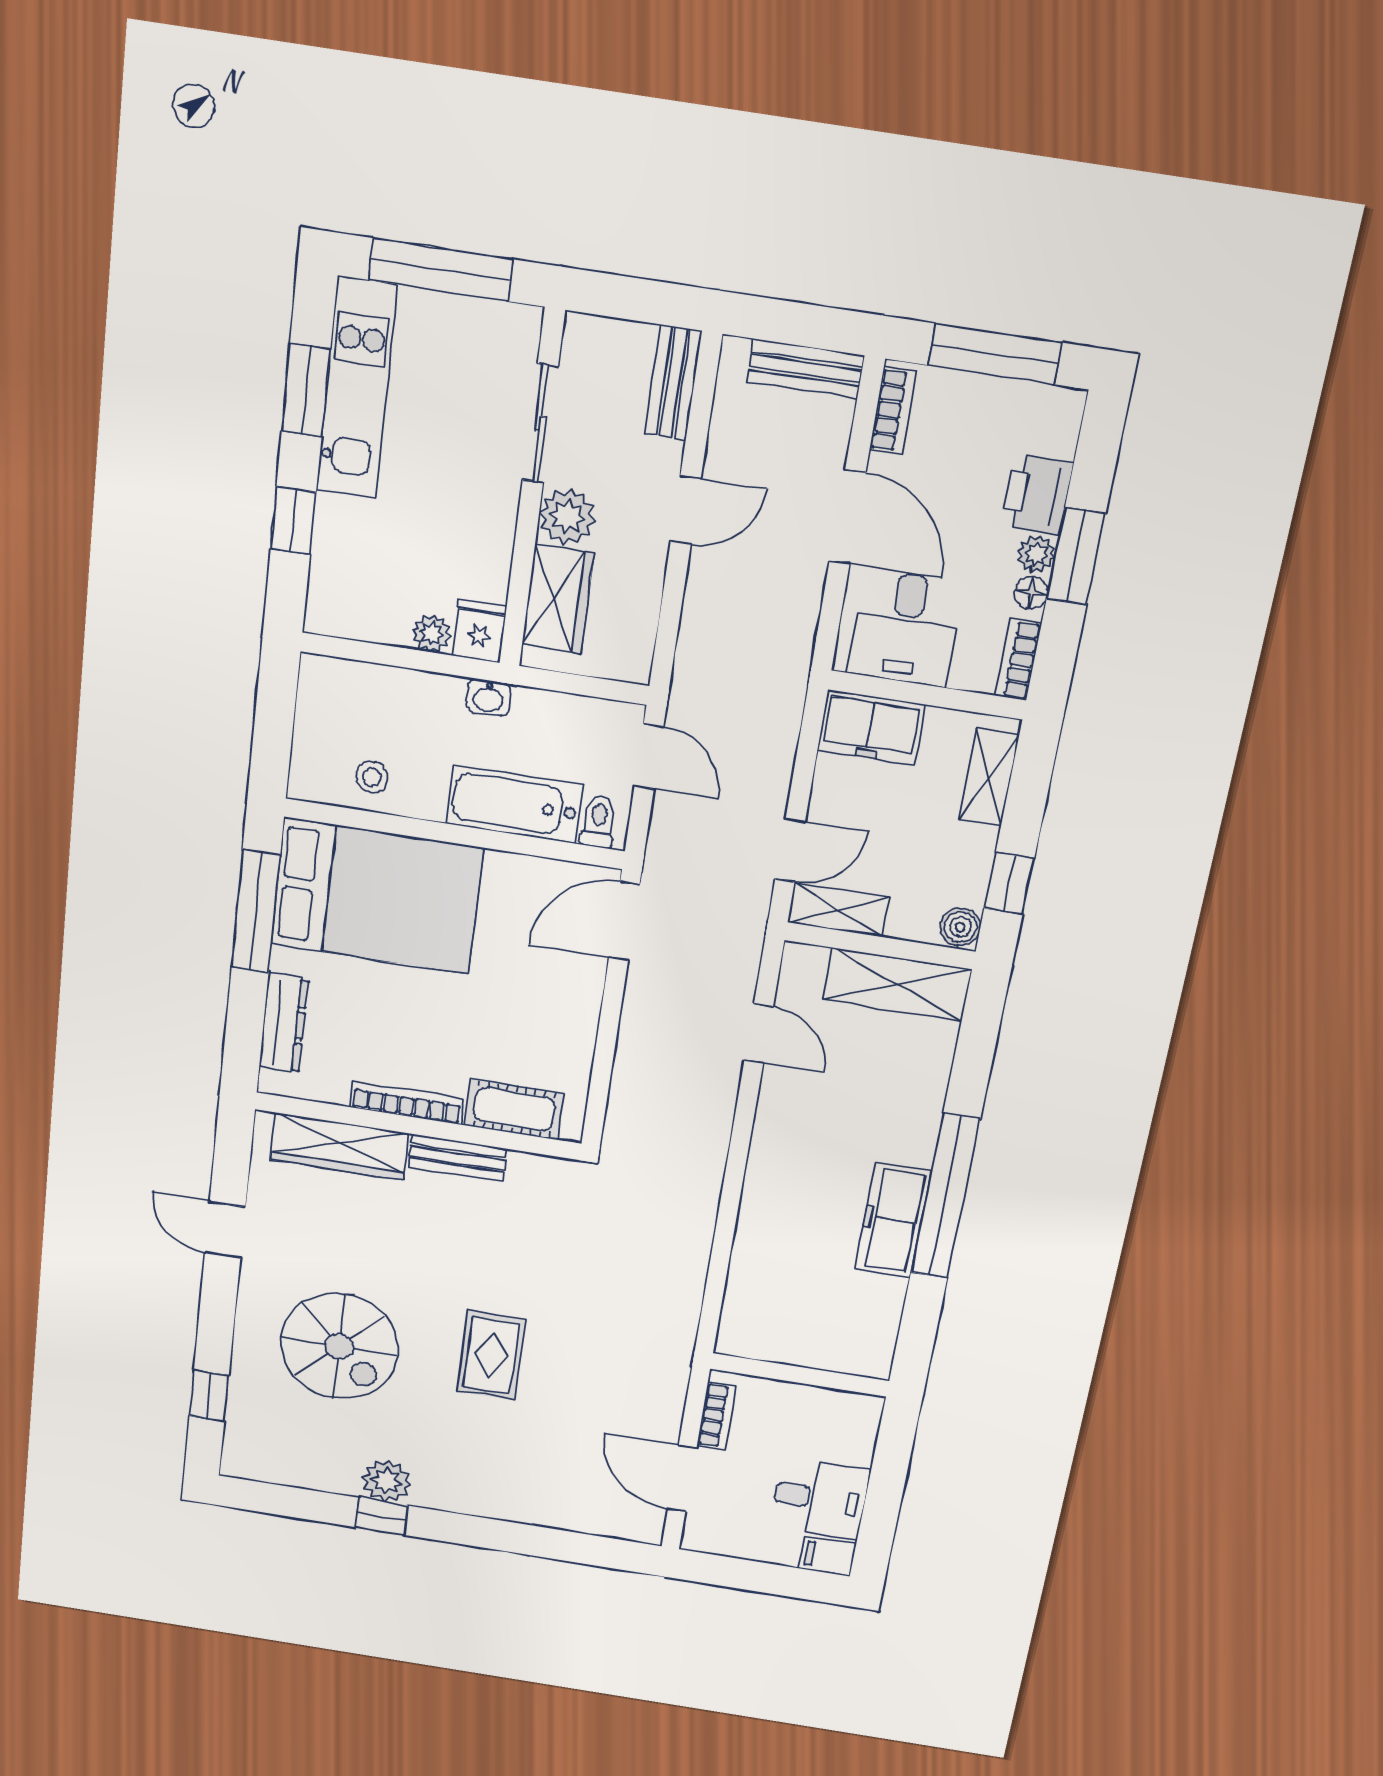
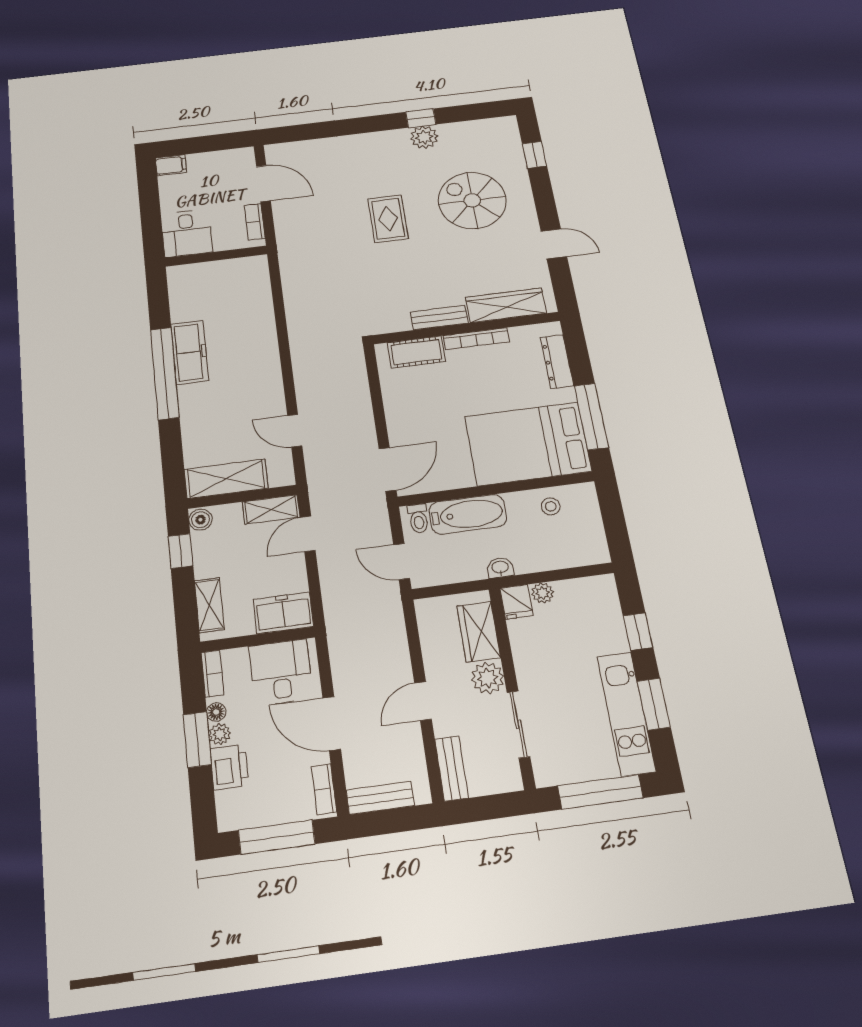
desk: (820, 1499) -> (187, 233), moved, turned -90

